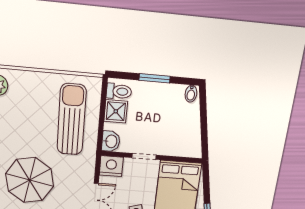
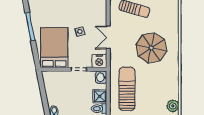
sun lounger: (72, 120) -> (127, 89), turned 180

